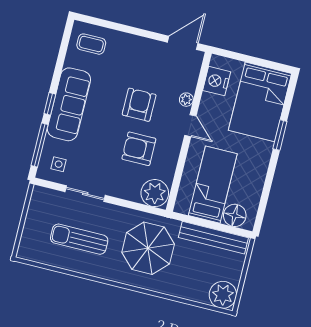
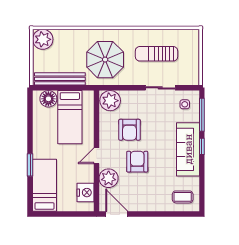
door: (183, 43) -> (117, 214), swing flipped
plant: (186, 100) -> (109, 178), width x1.88, depth x1.88
bed: (260, 102) -> (44, 185), width x0.67
armchair: (139, 105) -> (137, 162), turned 180
door: (190, 126) -> (96, 156), hinge flipped
armchair: (139, 149) -> (130, 130), turned 90
sun lounger: (79, 239) -> (156, 54), turned 180

